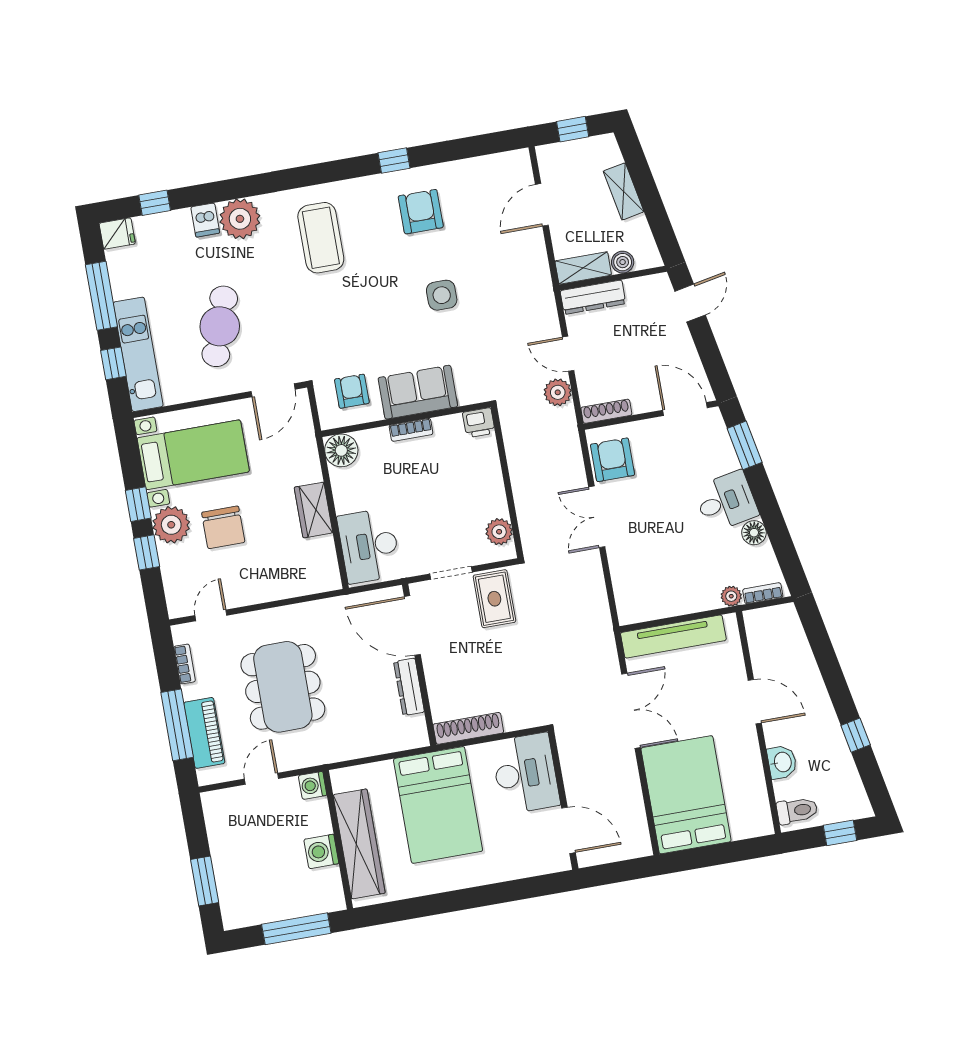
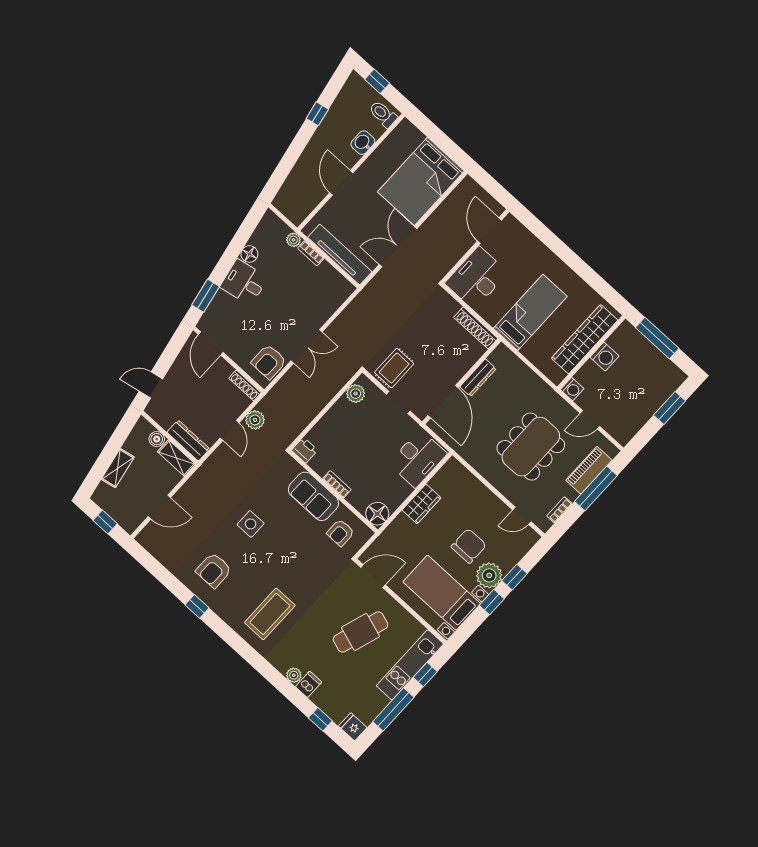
plant: (240, 219) -> (294, 675), width x0.53, depth x0.53
bookcase: (763, 593) -> (311, 253), moved
bed: (438, 805) -> (530, 312), width x0.67

